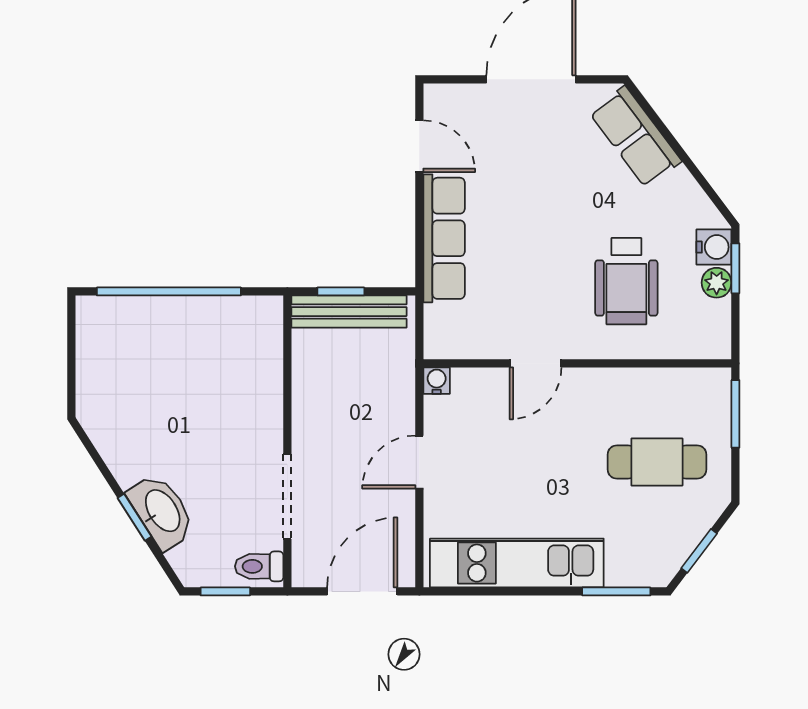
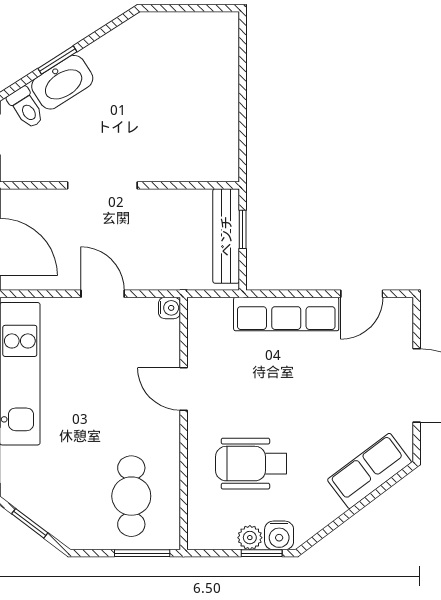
window: (169, 291) -> (243, 88), removed
cafe table: (657, 462) -> (131, 496), moved
doorway: (287, 497) -> (102, 185), moved
toilet: (259, 566) -> (26, 108), moved, turned 147

